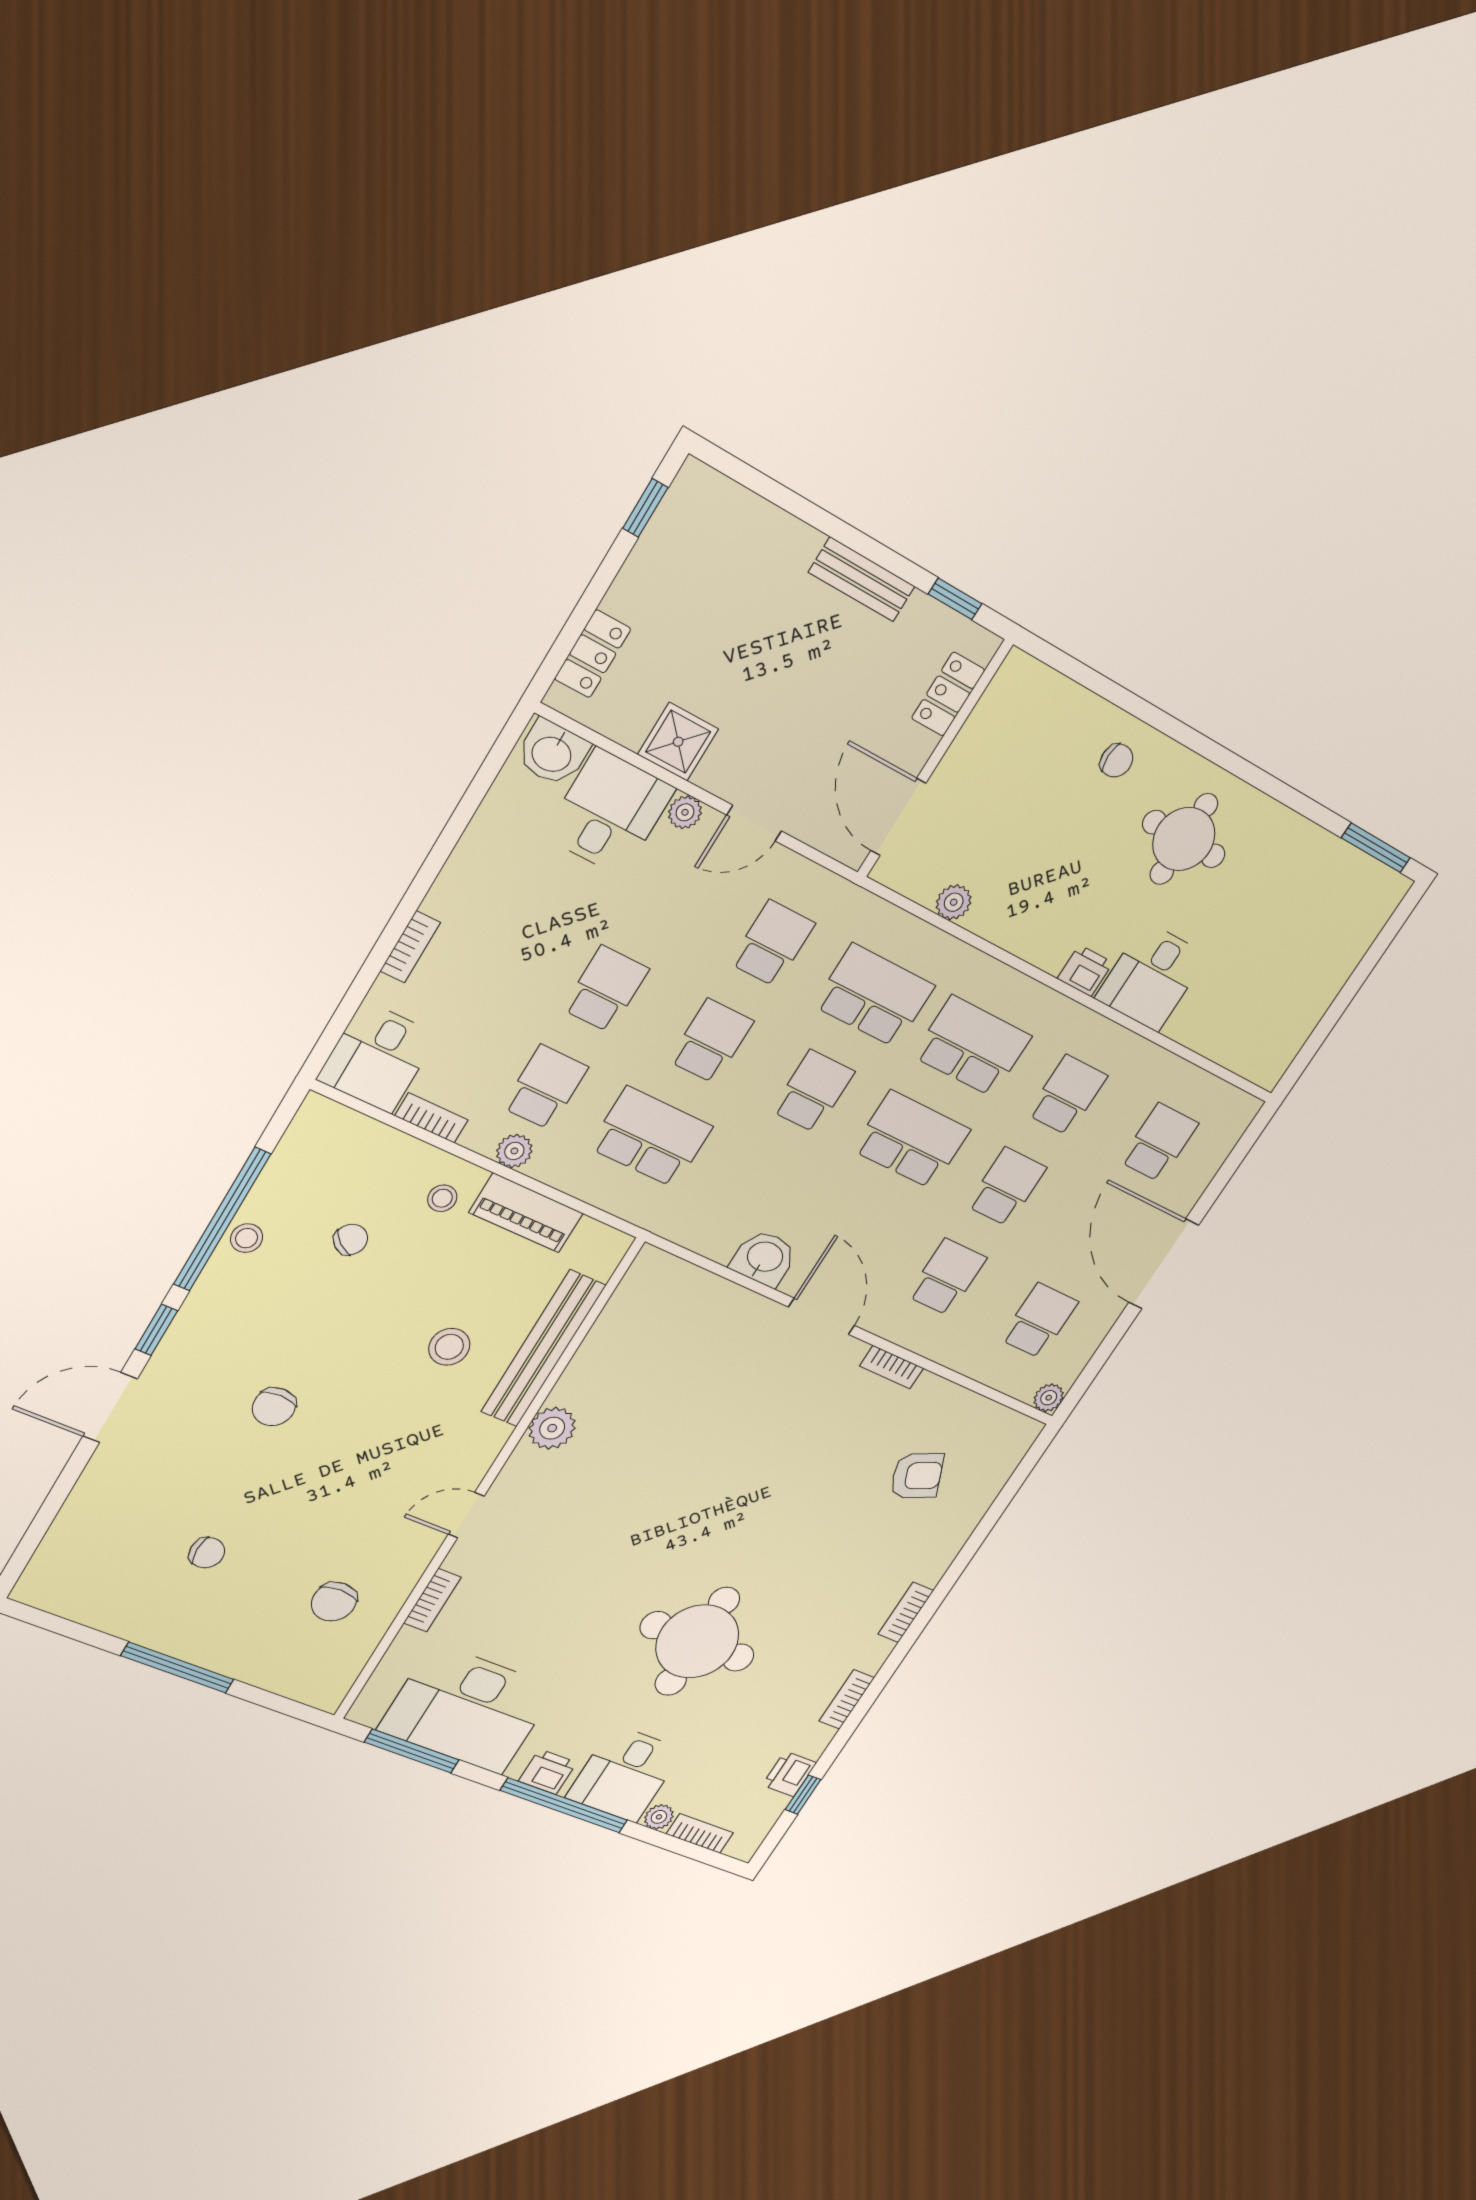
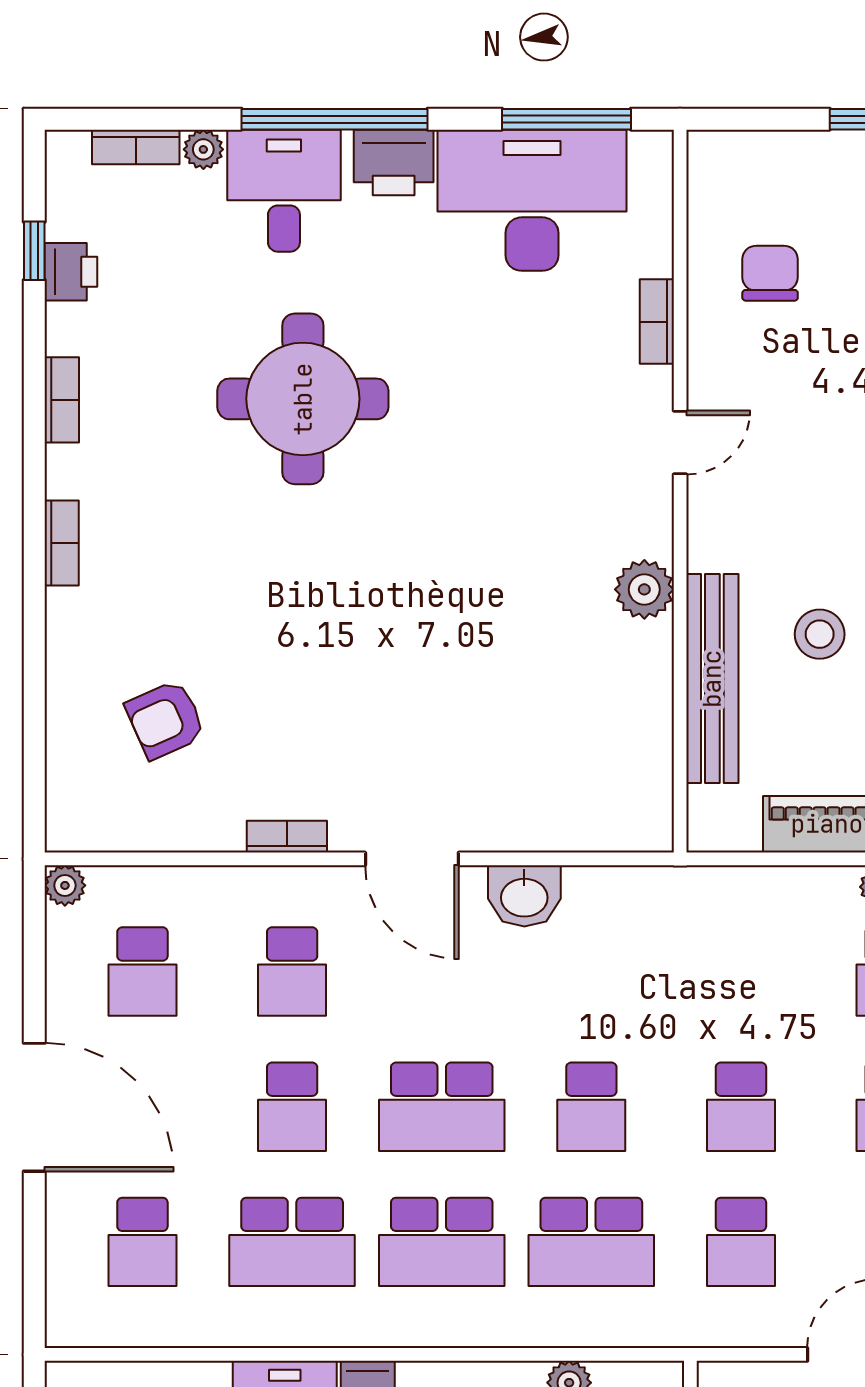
school desk: (1067, 1095) -> (292, 1242), width x1.85
school desk: (651, 1137) -> (741, 972), removed
printer: (548, 1772) -> (394, 163), width x1.36, depth x1.24

